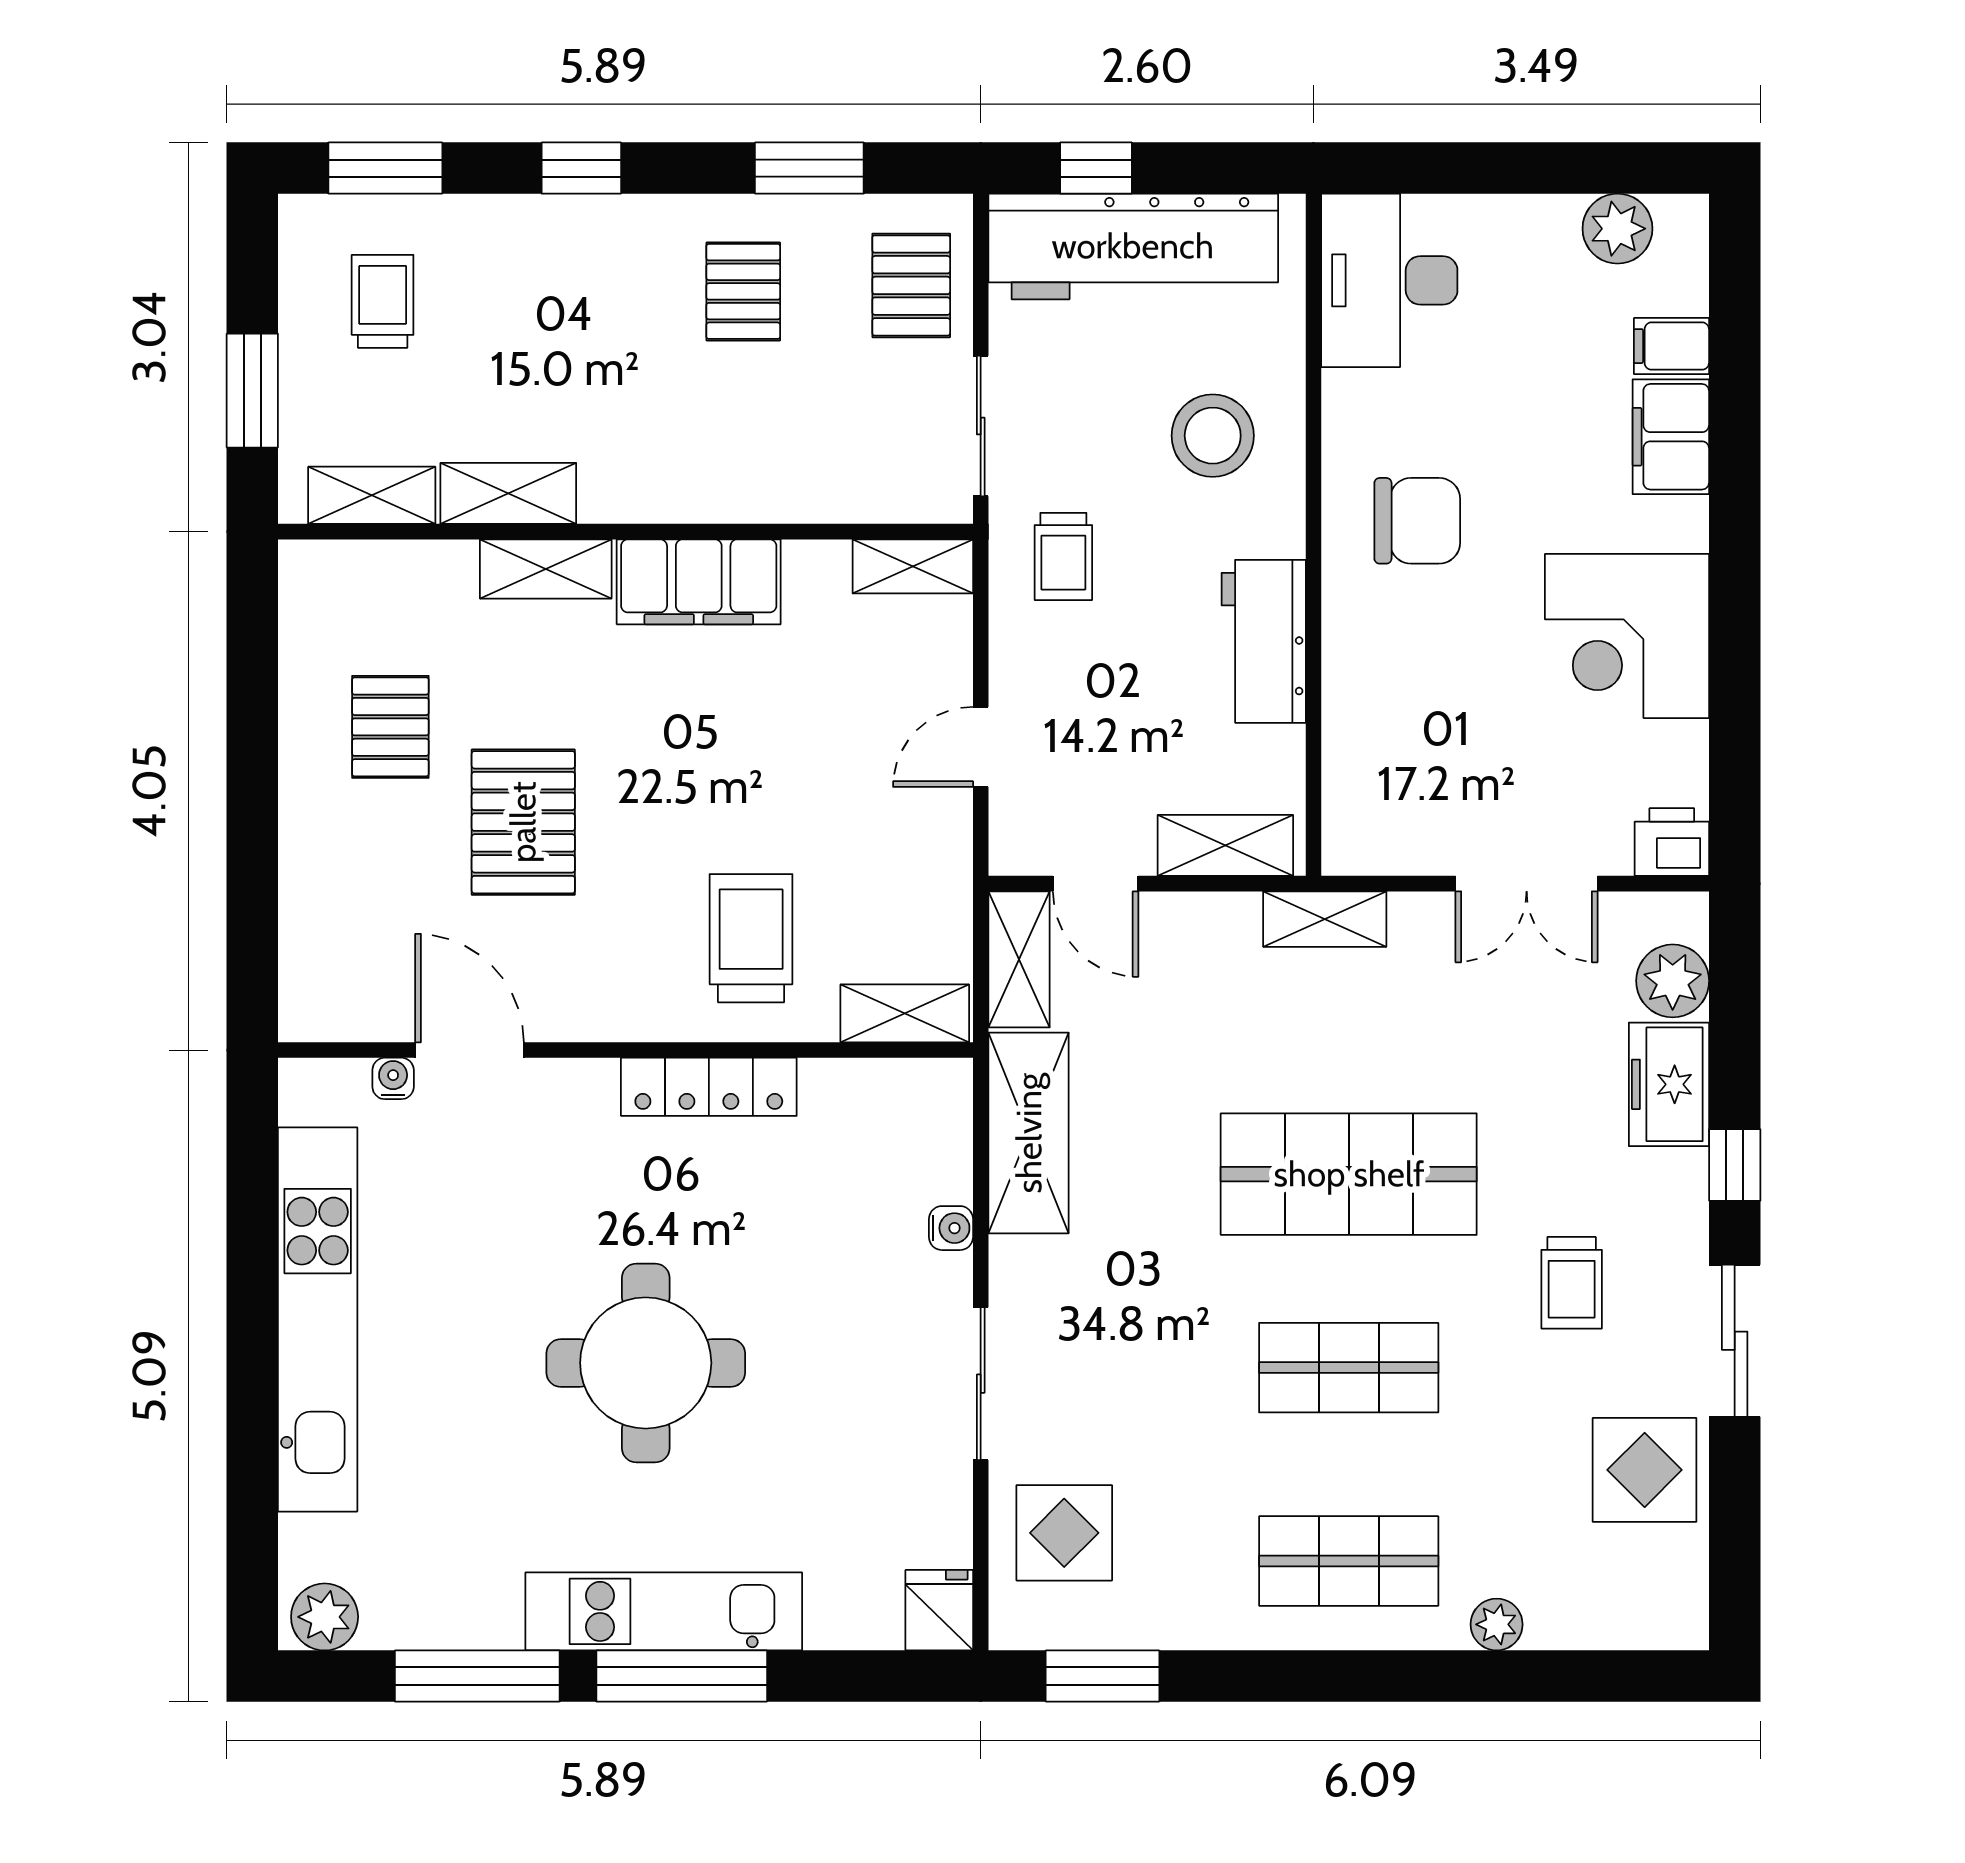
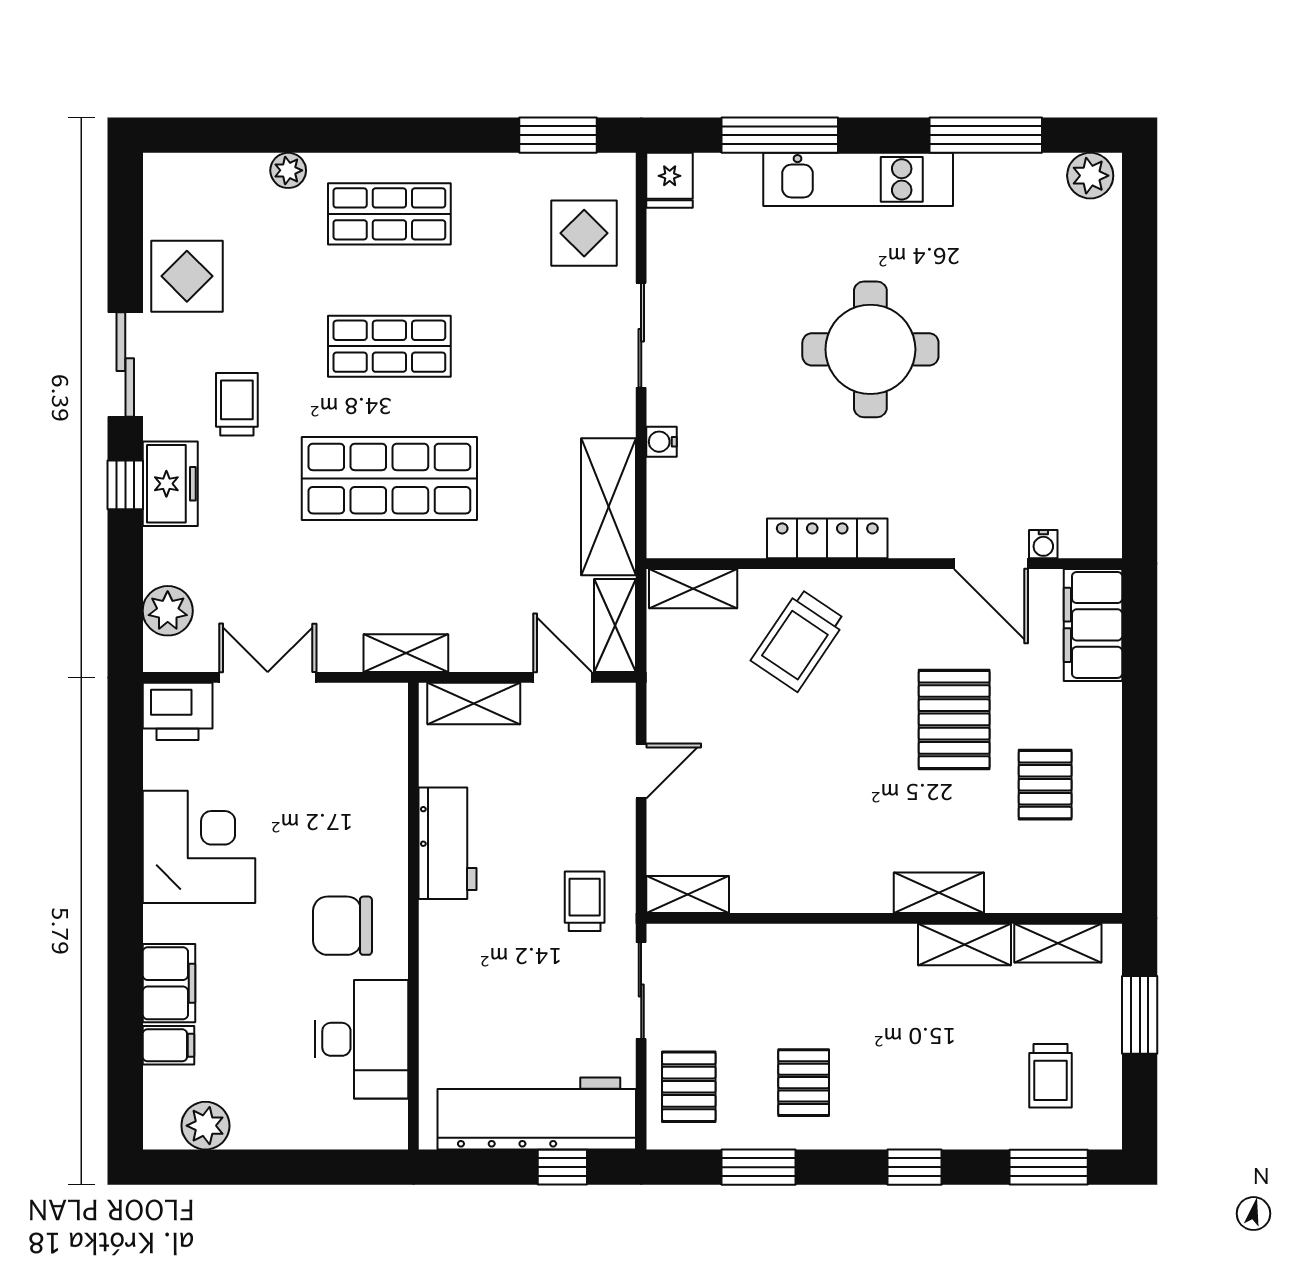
desk: (1389, 280) -> (362, 1039), moved
stool: (1213, 436) -> (482, 984), removed
filing cabinet: (699, 582) -> (1093, 625), moved, turned -90
printer: (1672, 842) -> (178, 711), width x1.36, depth x1.24
trolley: (751, 938) -> (798, 640), turned 34
freezer: (1669, 1084) -> (170, 484), moved
kitchen unit: (318, 1319) -> (1095, 379), removed
window: (682, 1676) -> (780, 135), moved

